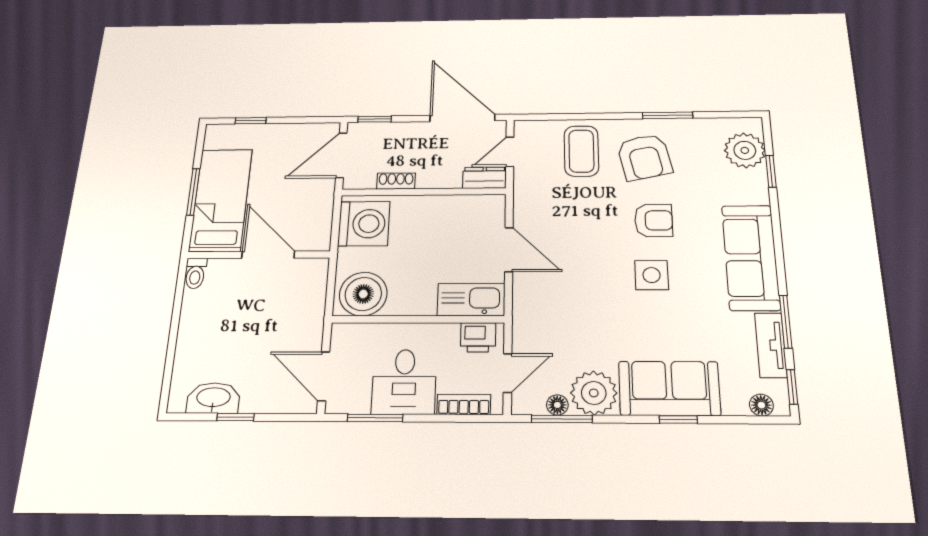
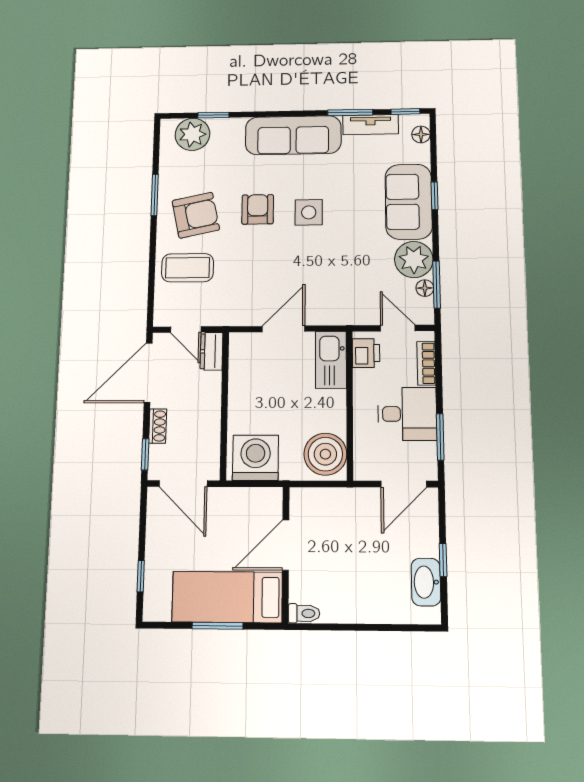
shoe rack: (396, 181) -> (158, 426), moved, turned 180

